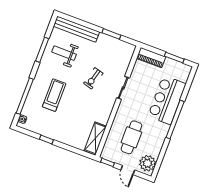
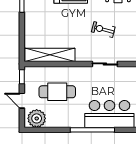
shelving: (95, 138) -> (50, 55), width x1.47
door: (128, 170) -> (22, 101), hinge flipped

